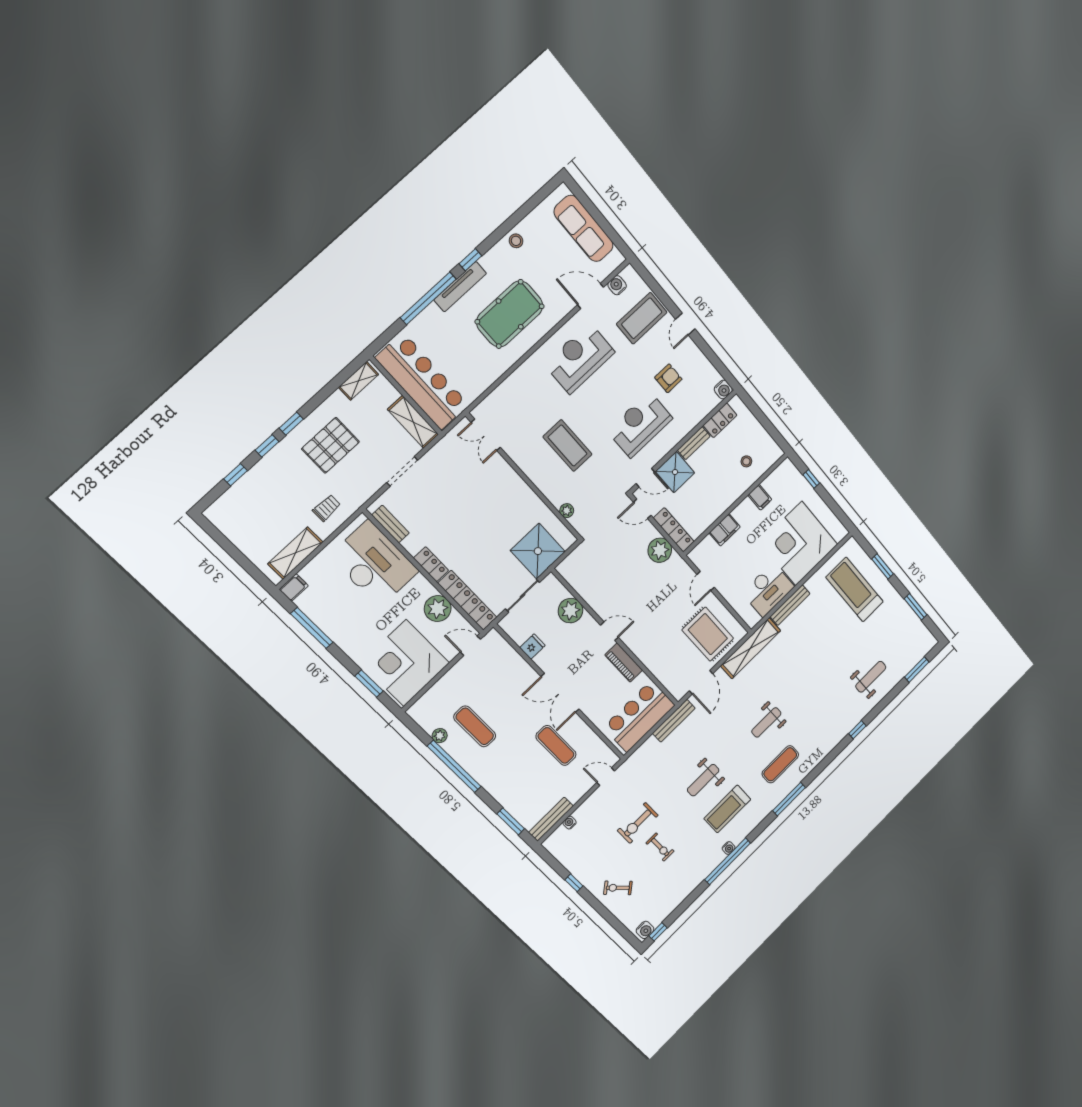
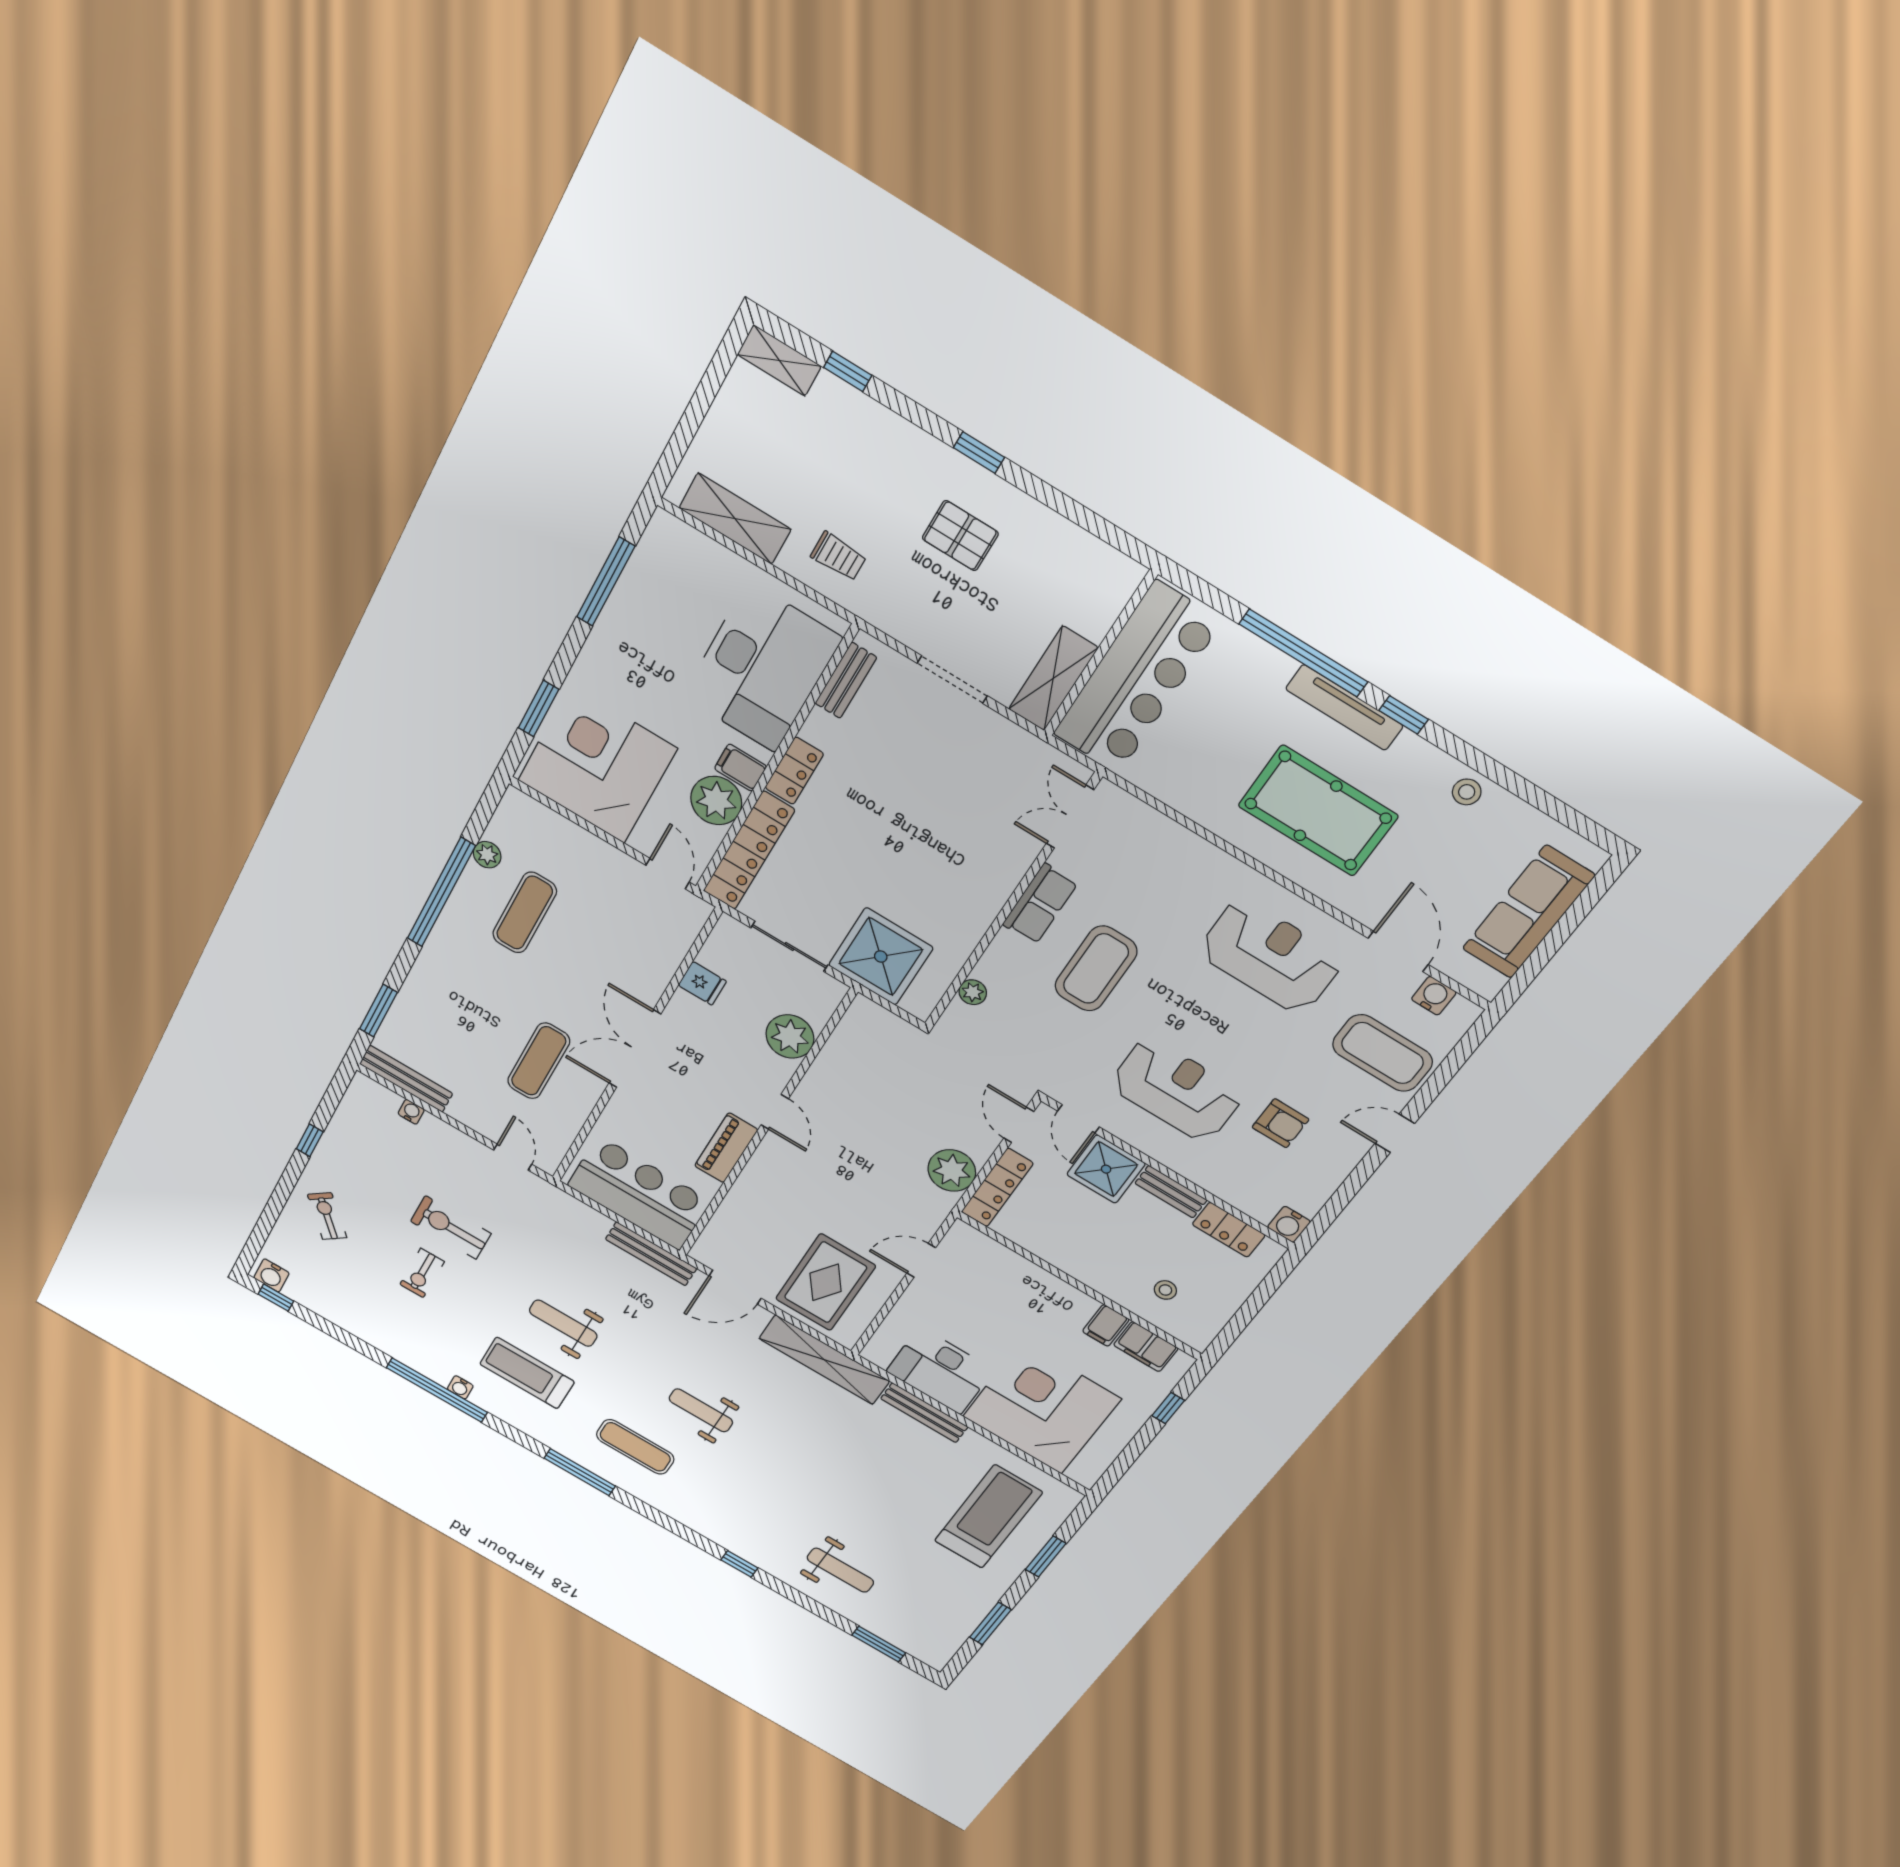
shelving: (359, 381) -> (779, 360), moved
pallet: (331, 445) -> (960, 536), width x0.67, depth x0.71
window: (267, 446) -> (922, 417), removed
row of seats: (528, 463) -> (1040, 904), added
filing cabinet: (725, 530) -> (1146, 1347), moved
filing cabinet: (294, 588) -> (740, 768), moved, turned 180

